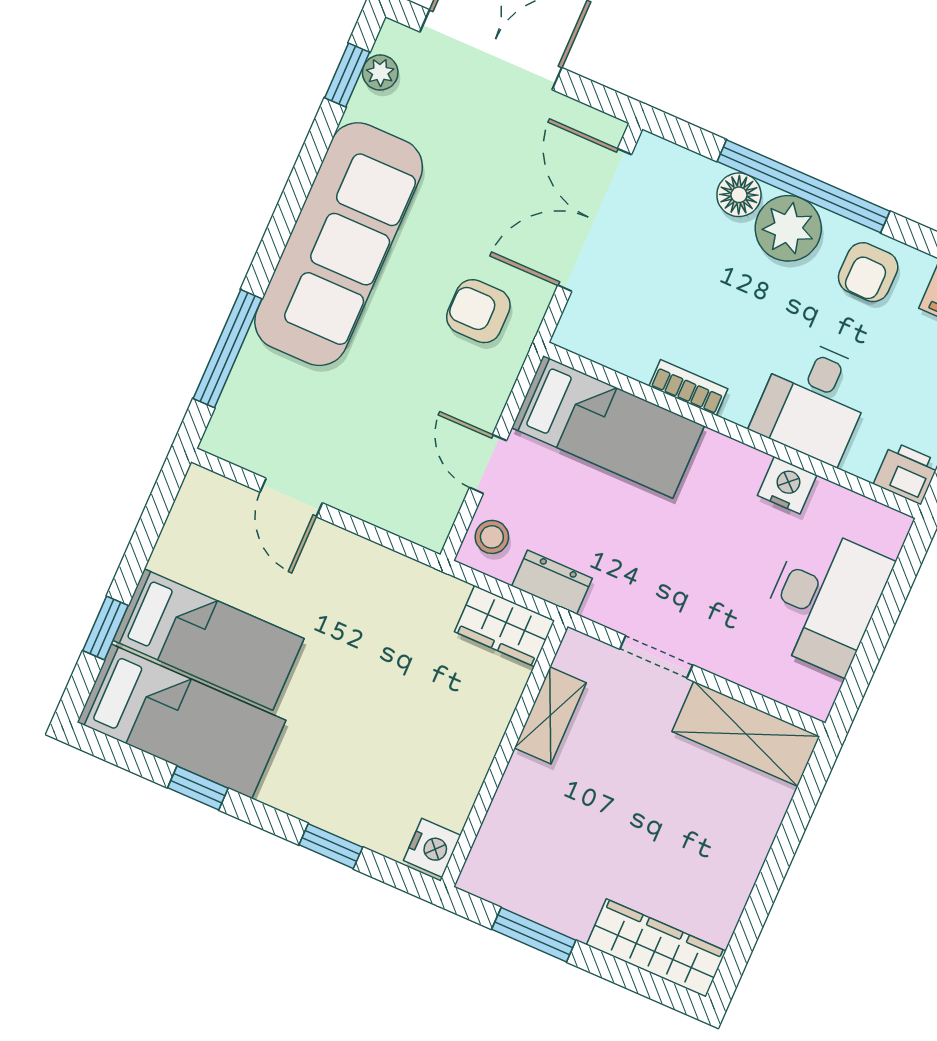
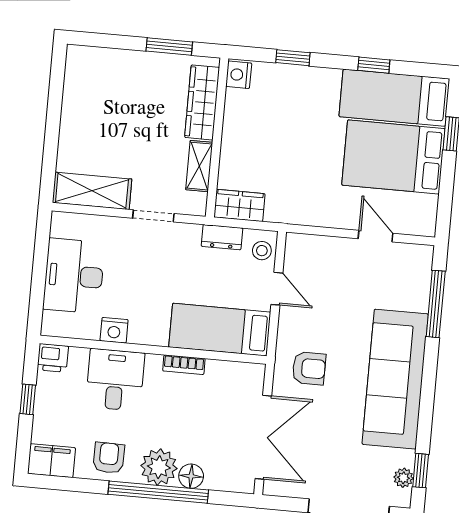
bed: (208, 639) -> (393, 157), width x1.50
wardrobe: (656, 948) -> (202, 102), moved, turned 90

